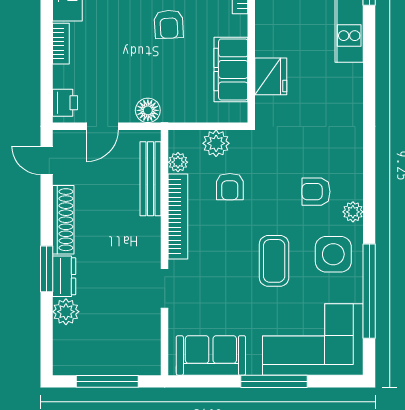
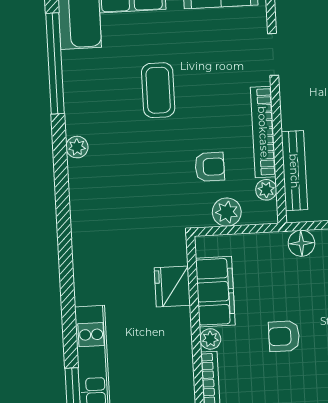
armchair: (169, 24) -> (284, 336), turned -87
plant: (238, 25) -> (210, 339), added
armchair: (230, 187) -> (210, 167), turned 90
armchair: (316, 192) -> (117, 166), removed
side table: (333, 254) -> (95, 101), removed

